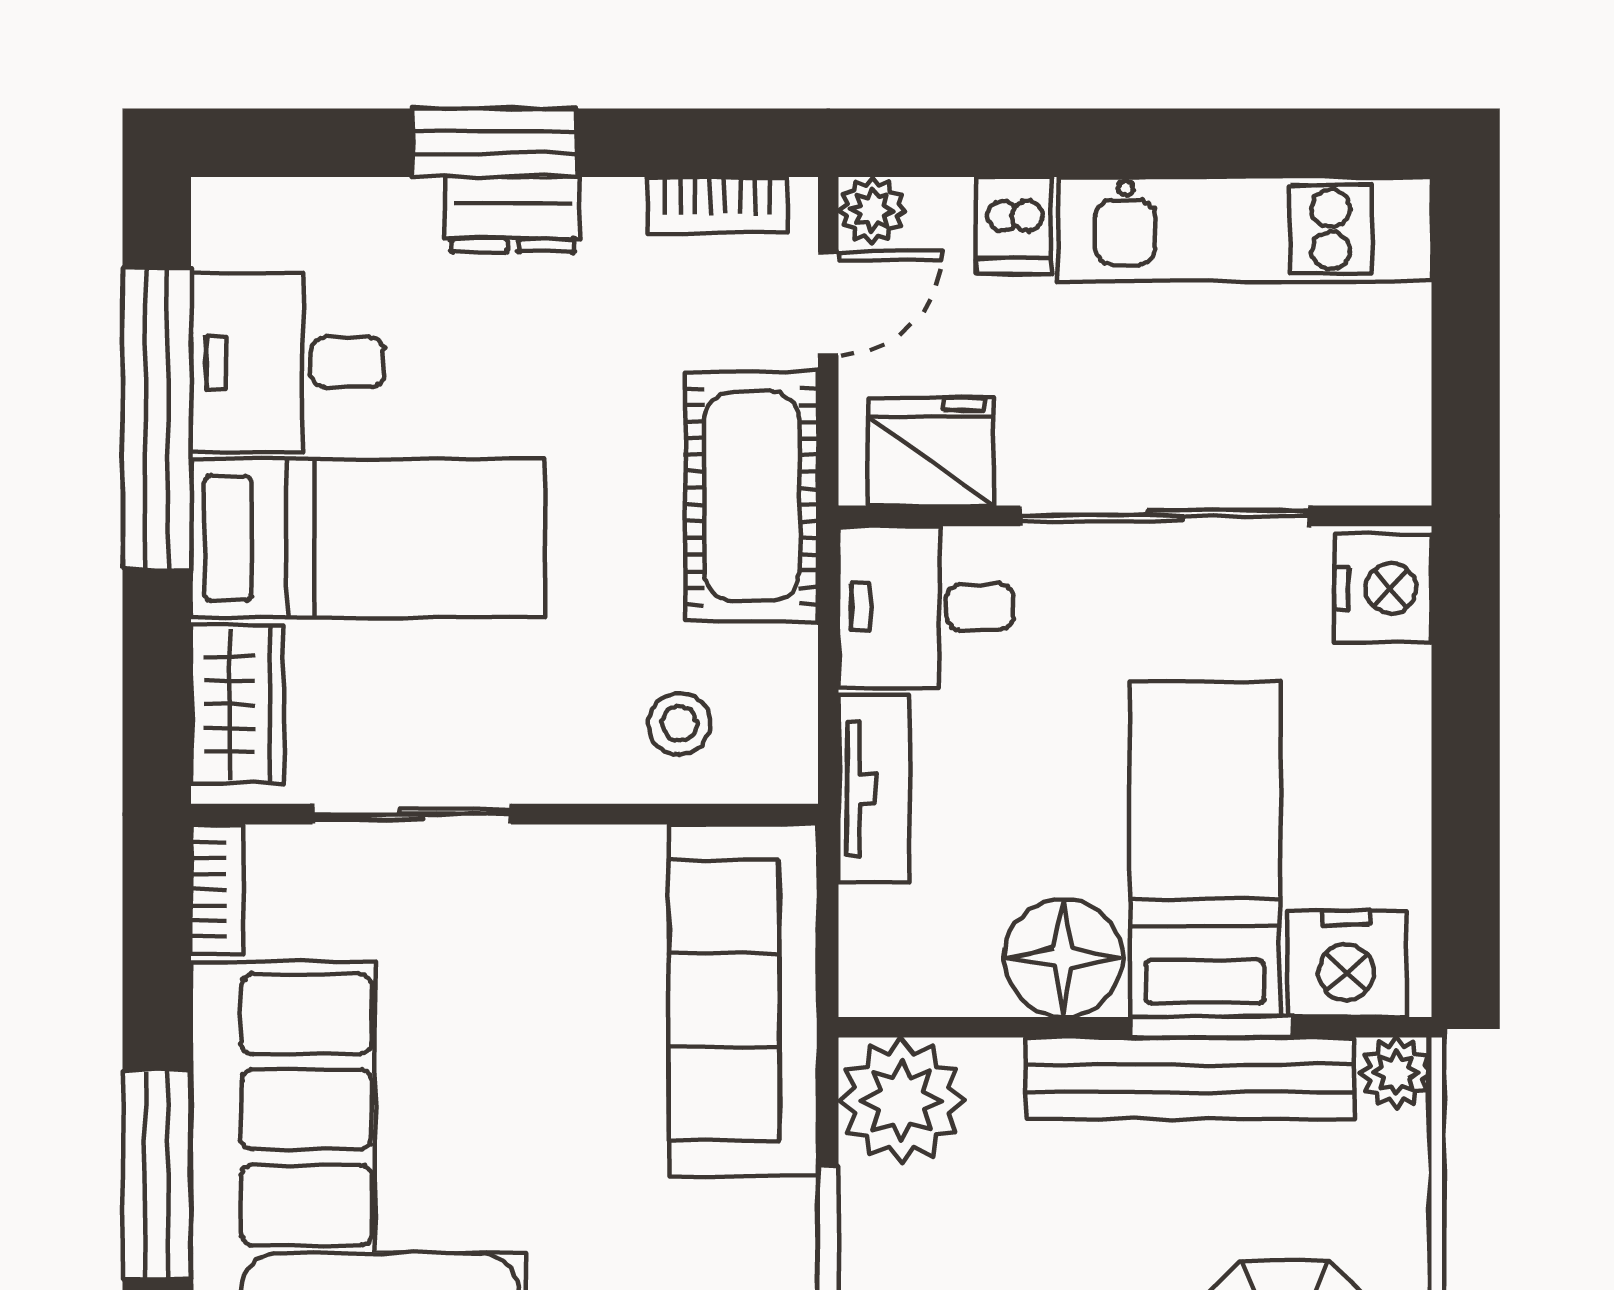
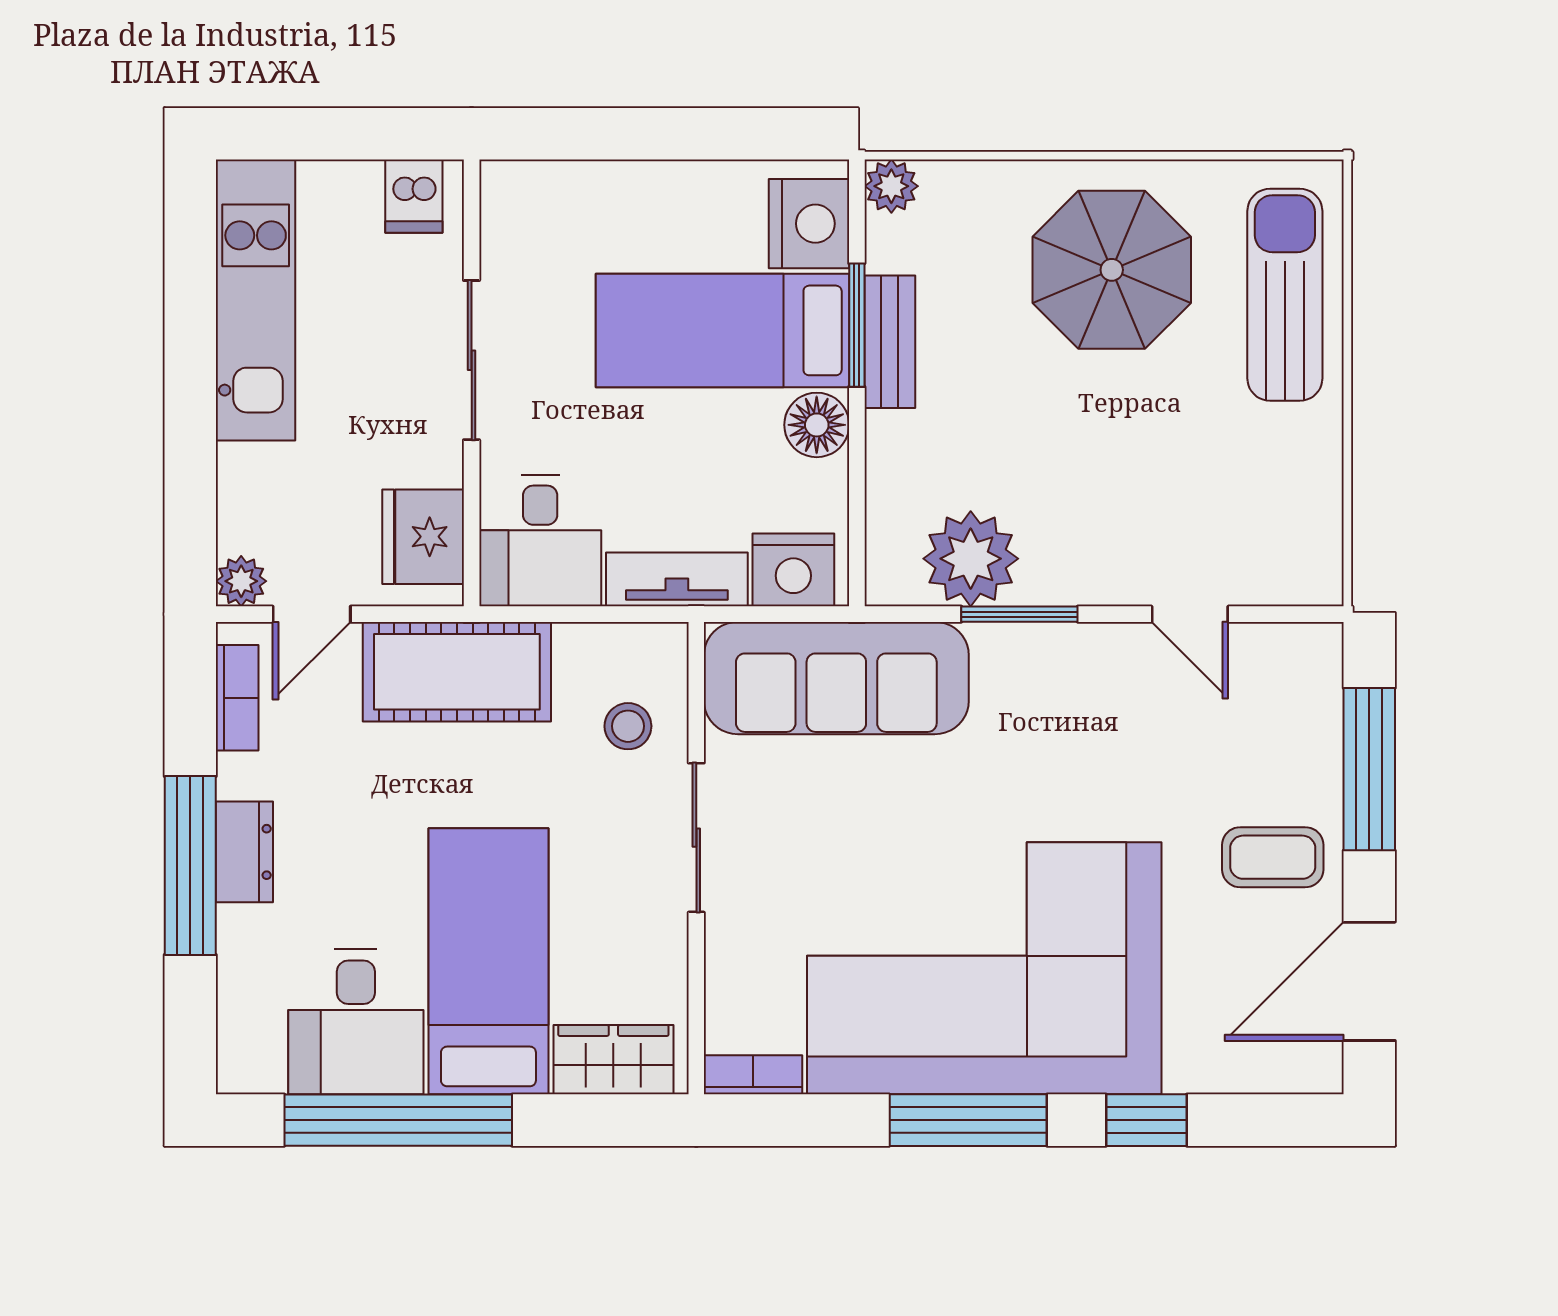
window: (495, 143) -> (190, 866), width x1.44
dishwasher: (1014, 225) -> (414, 196), moved, turned 90
door: (828, 304) -> (312, 614), swing flipped
sliding door: (1165, 516) -> (472, 360), width x0.73
nightstand: (1383, 588) -> (793, 570), moved, turned 180
sliding door: (412, 814) -> (696, 838), moved
floor lamp: (1063, 958) -> (817, 425), width x0.73, depth x0.73
bench: (1190, 1078) -> (890, 342), width x0.54, depth x0.82
plant: (902, 1101) -> (971, 559), moved

